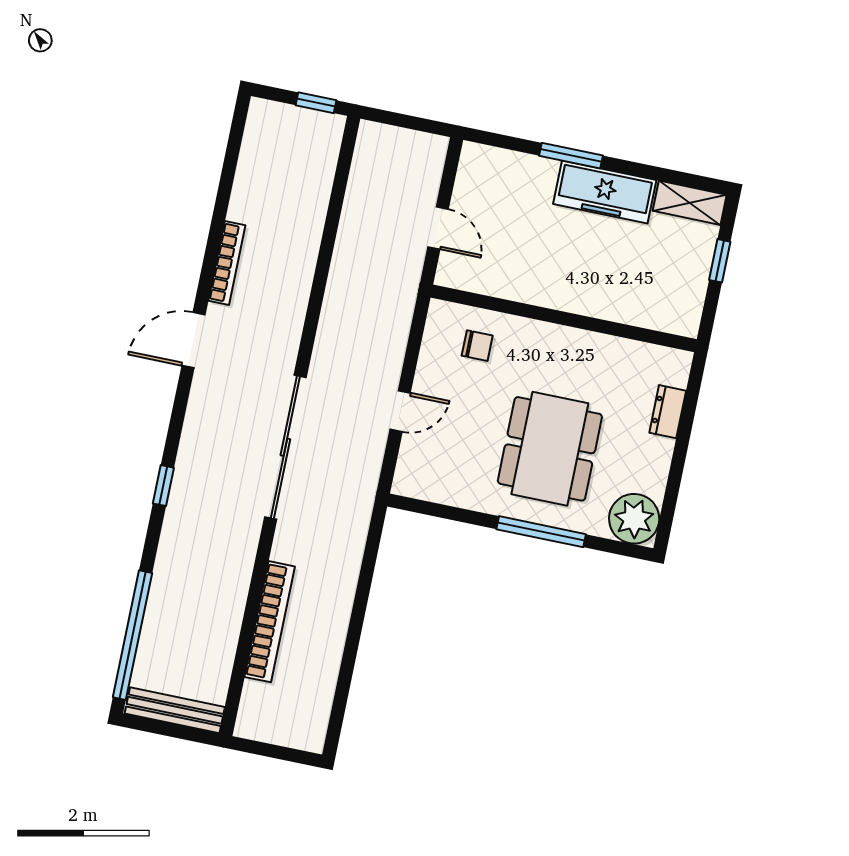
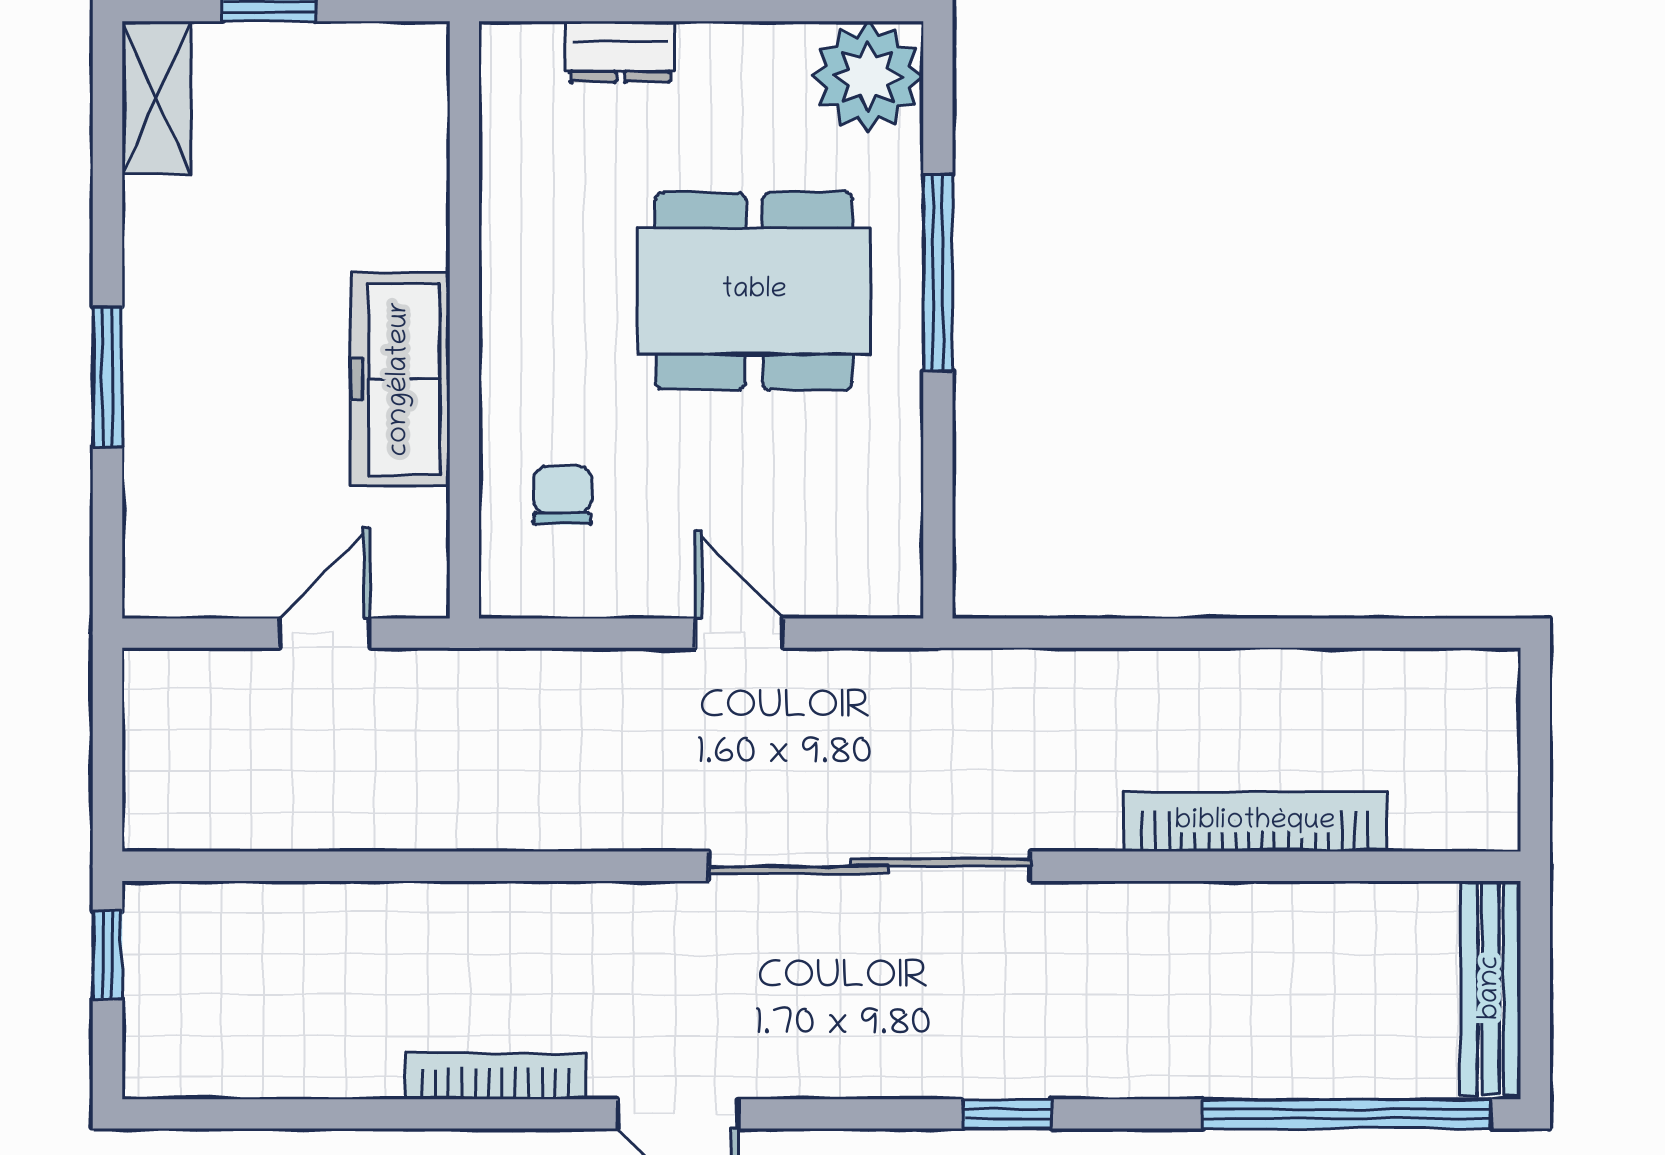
freezer: (605, 192) -> (400, 379), moved, turned 180

